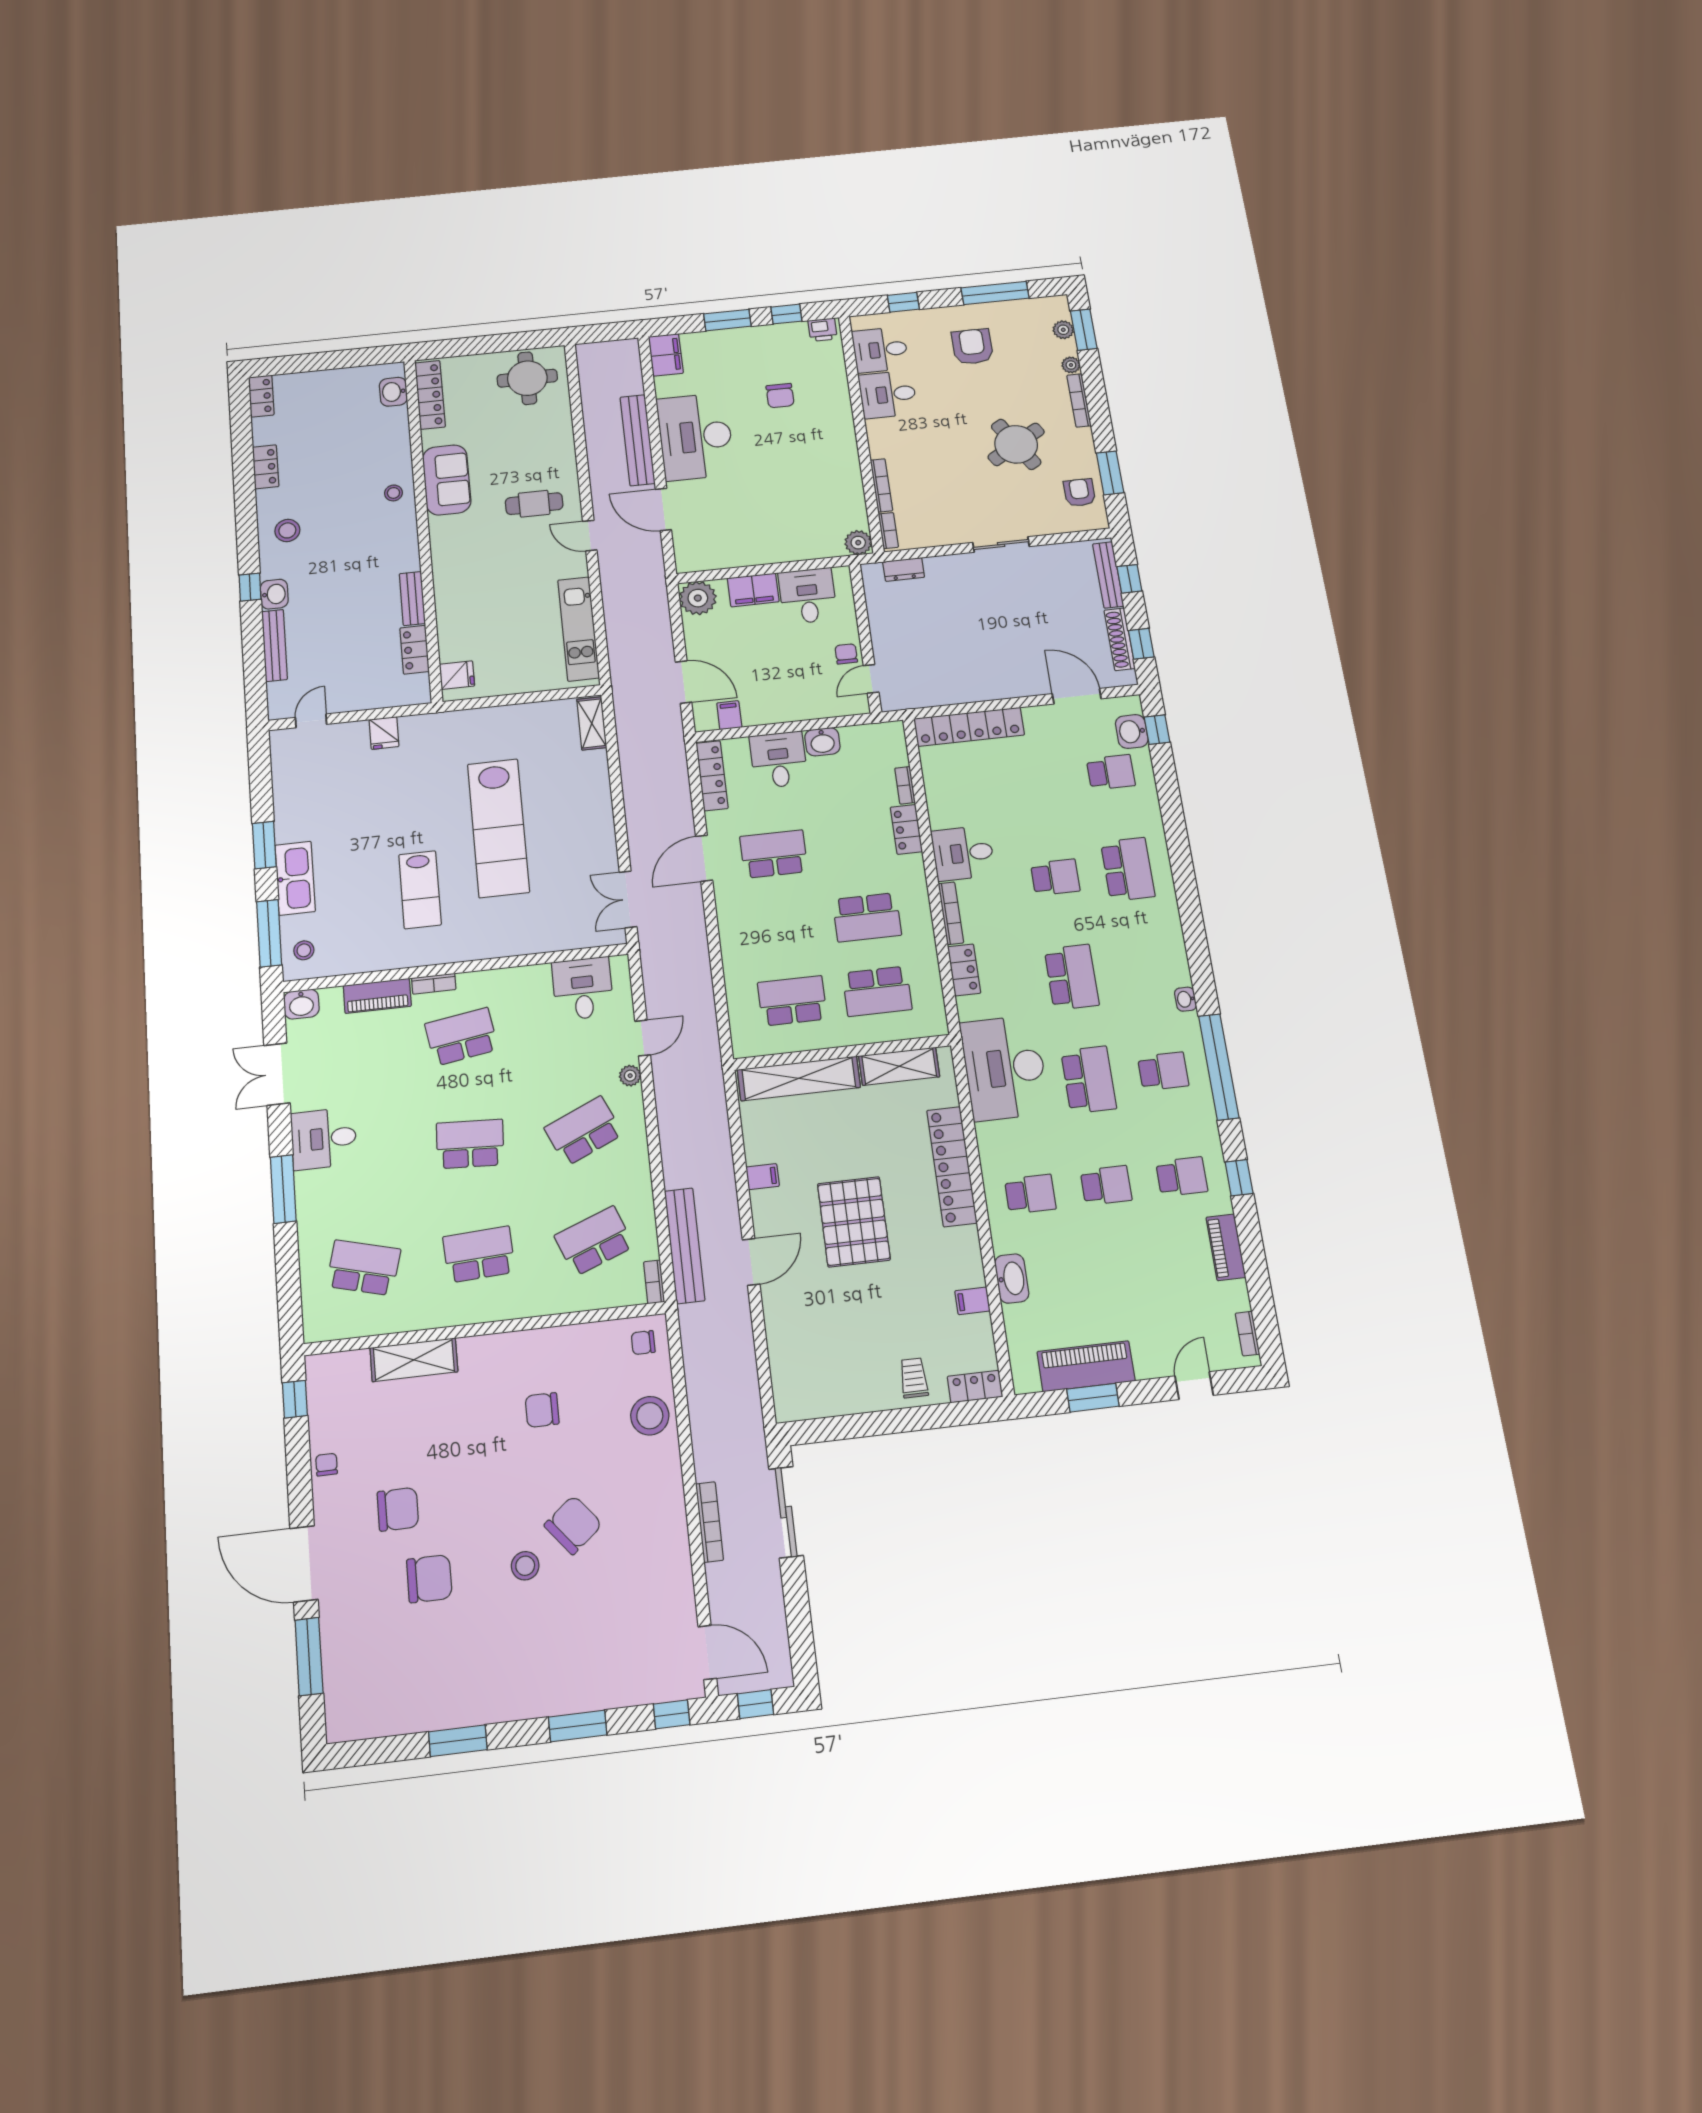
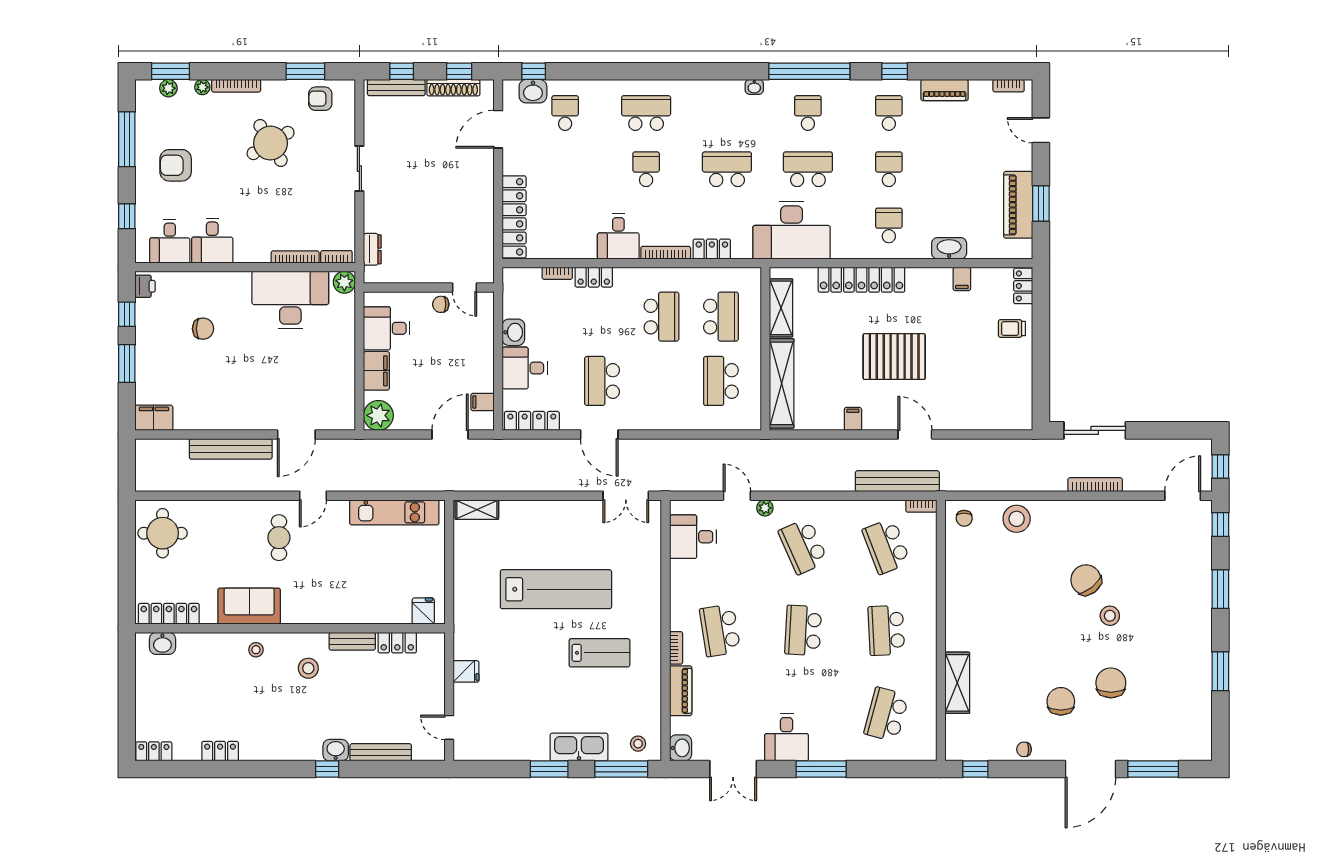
desk: (695, 437) -> (290, 300), moved, turned 180
stool: (287, 530) -> (308, 668), moved
chair: (542, 1410) -> (1004, 595), removed

